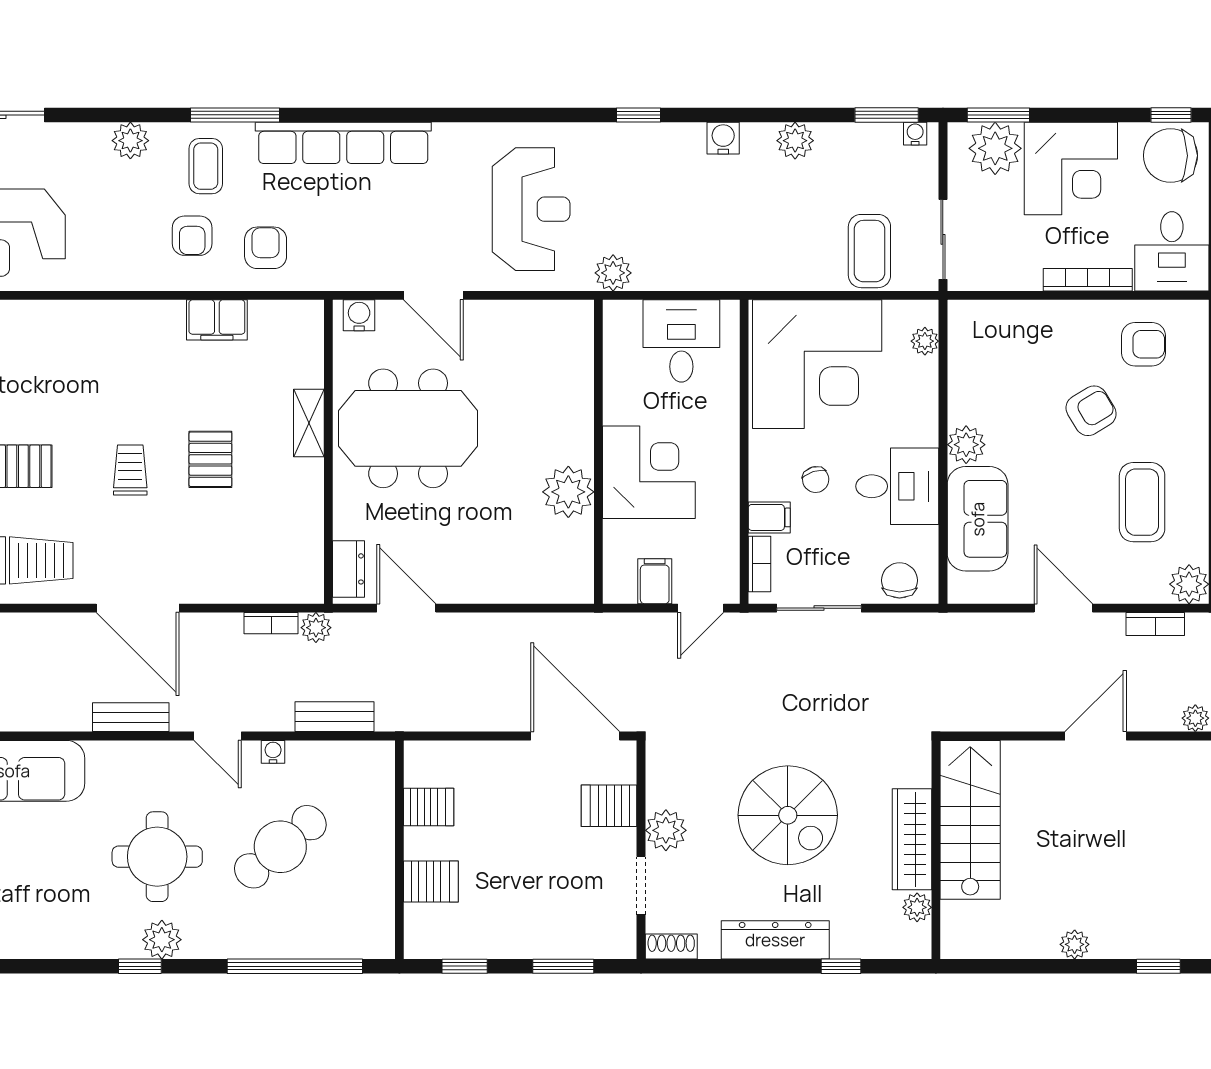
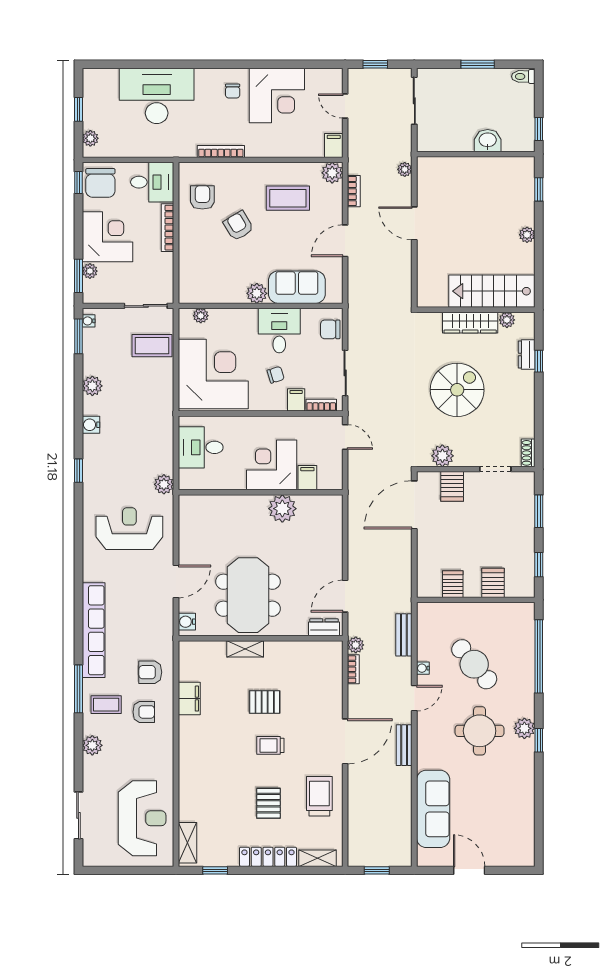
plant: (995, 148) -> (90, 271), width x0.53, depth x0.53
filing cabinet: (655, 581) -> (307, 478), moved, turned 90
stairs: (970, 820) -> (492, 291), moved
plant: (666, 830) -> (442, 456), moved
dresser: (775, 940) -> (527, 355), moved, width x0.51, depth x0.80

